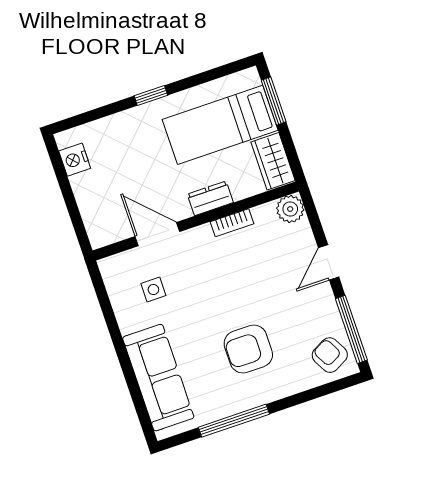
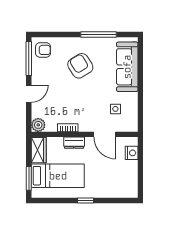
nightstand: (75, 160) -> (132, 153), moved
armchair: (248, 349) -> (80, 66), turned -122
armchair: (330, 355) -> (43, 50), turned -62

